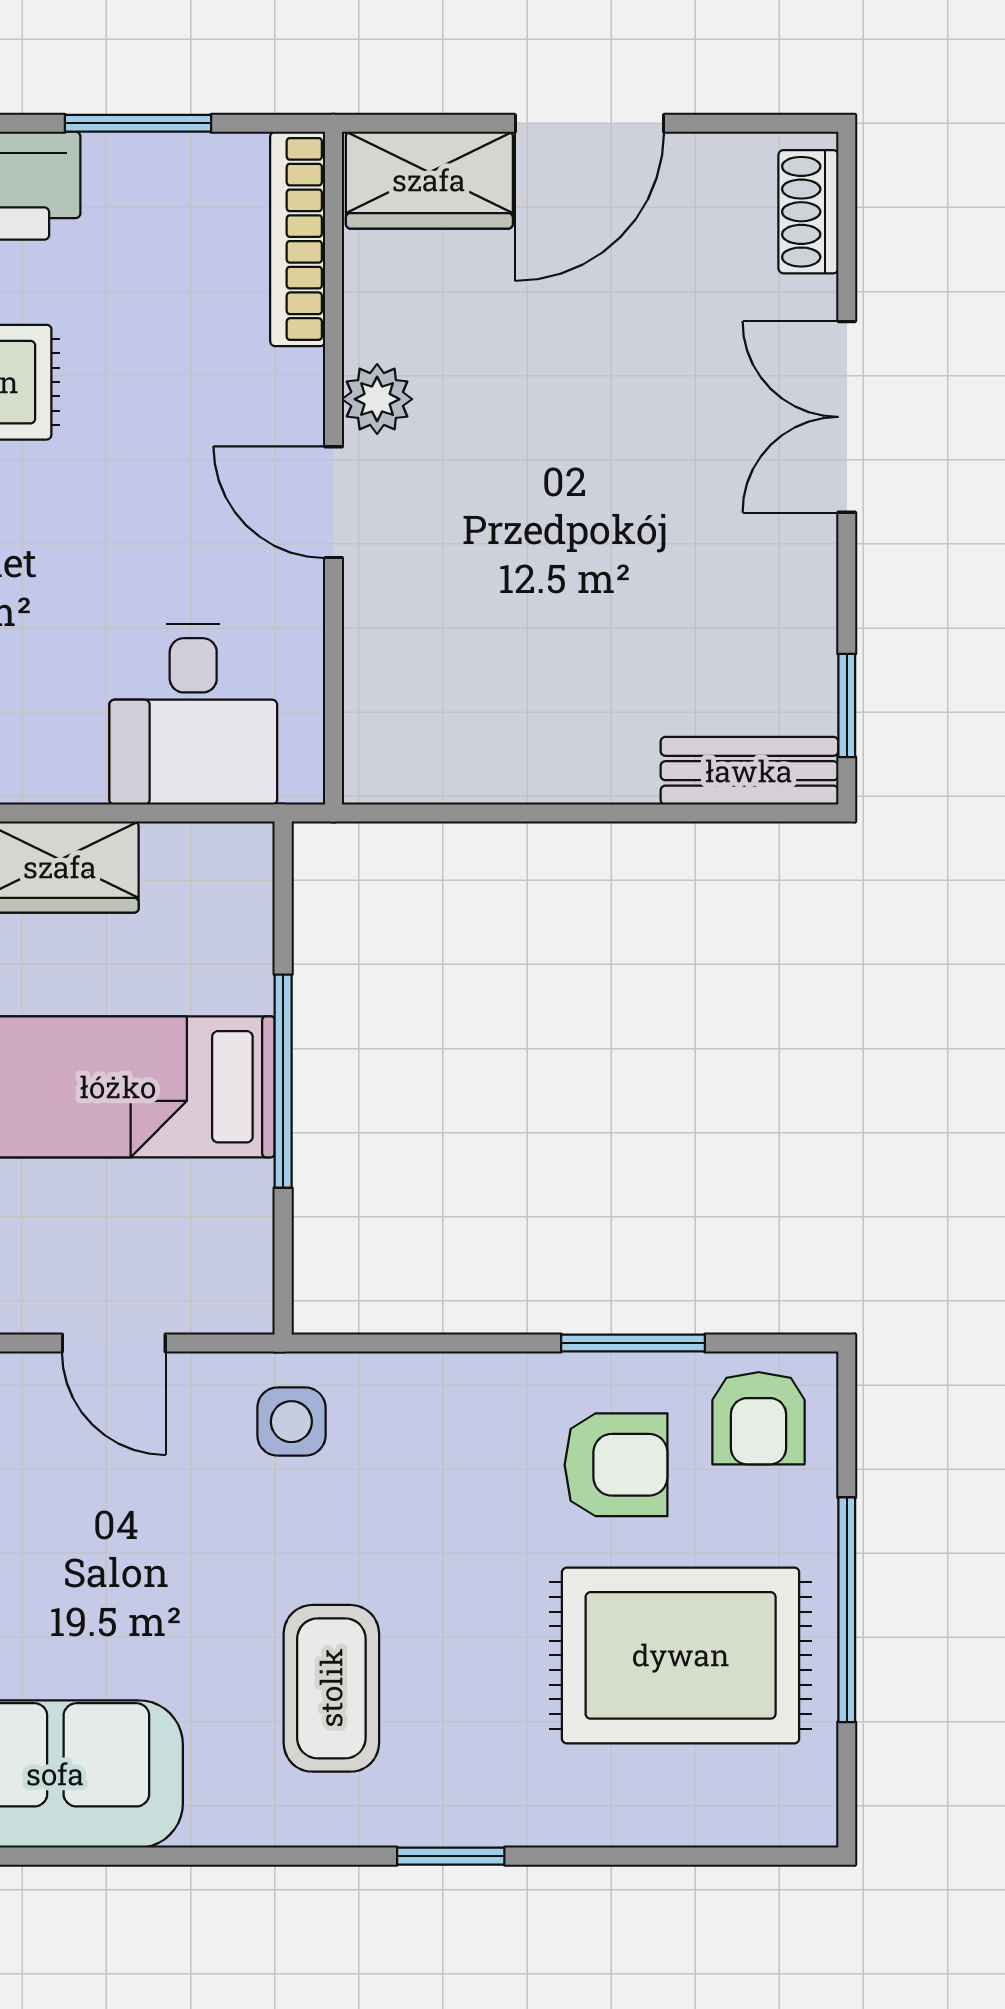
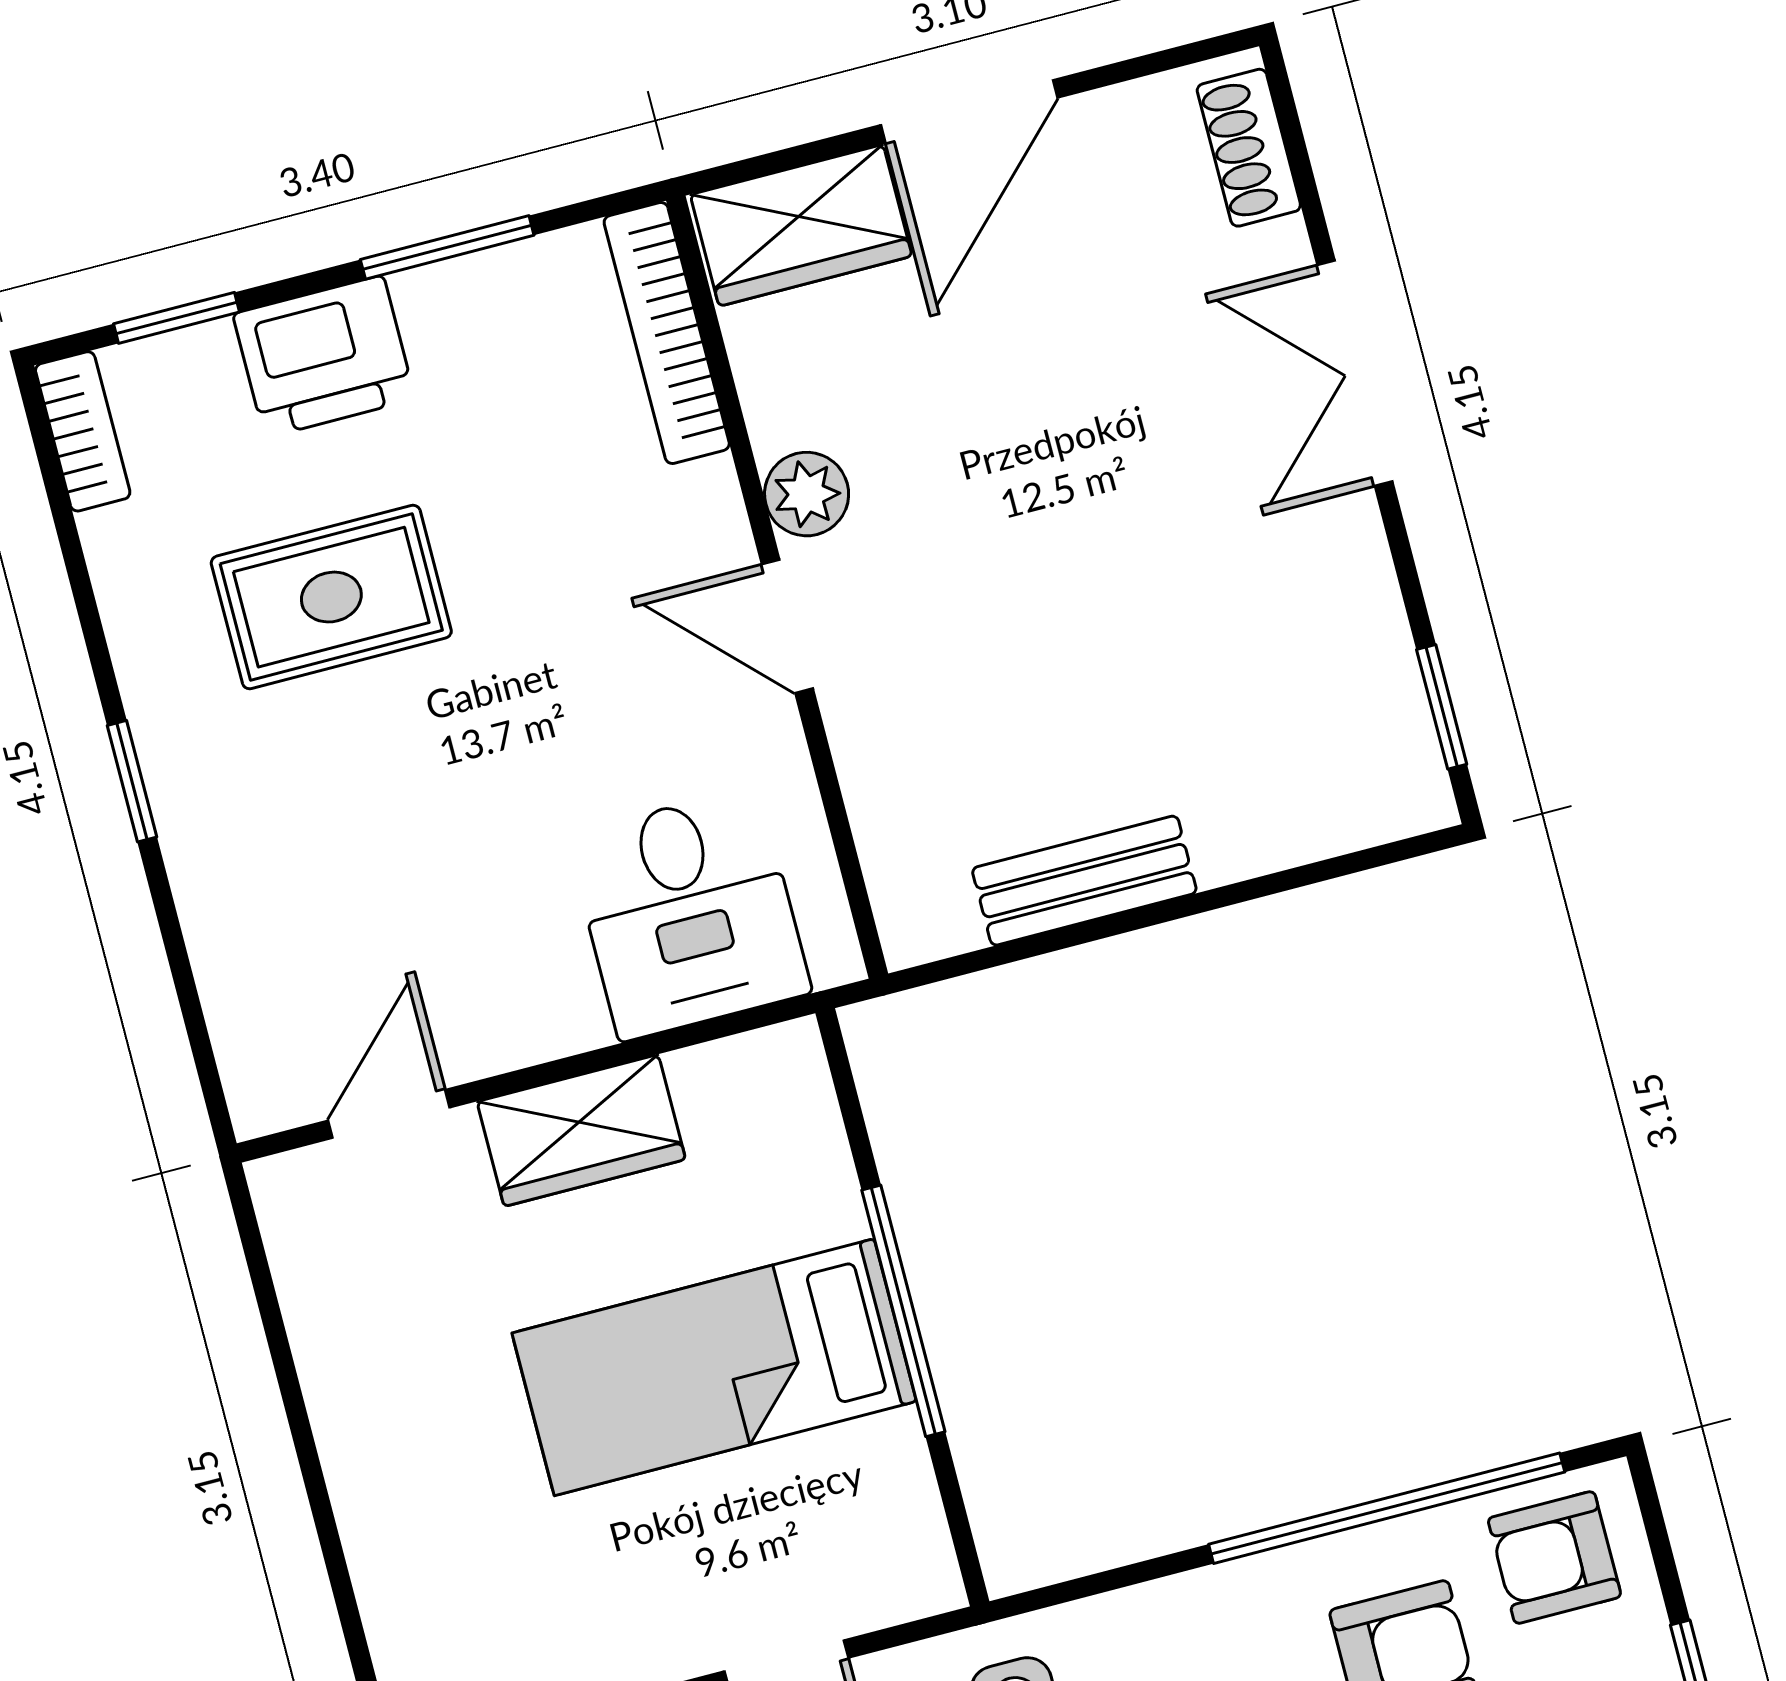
bench: (749, 771) -> (1084, 881), moved
window: (633, 1343) -> (1387, 1508), width x2.11
armchair: (759, 1418) -> (1554, 1557), turned 90

